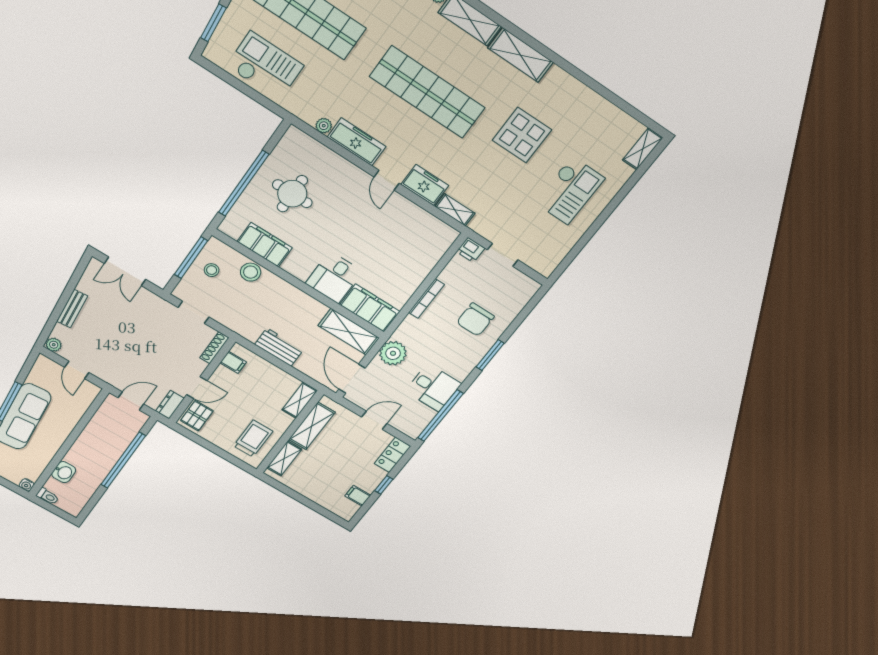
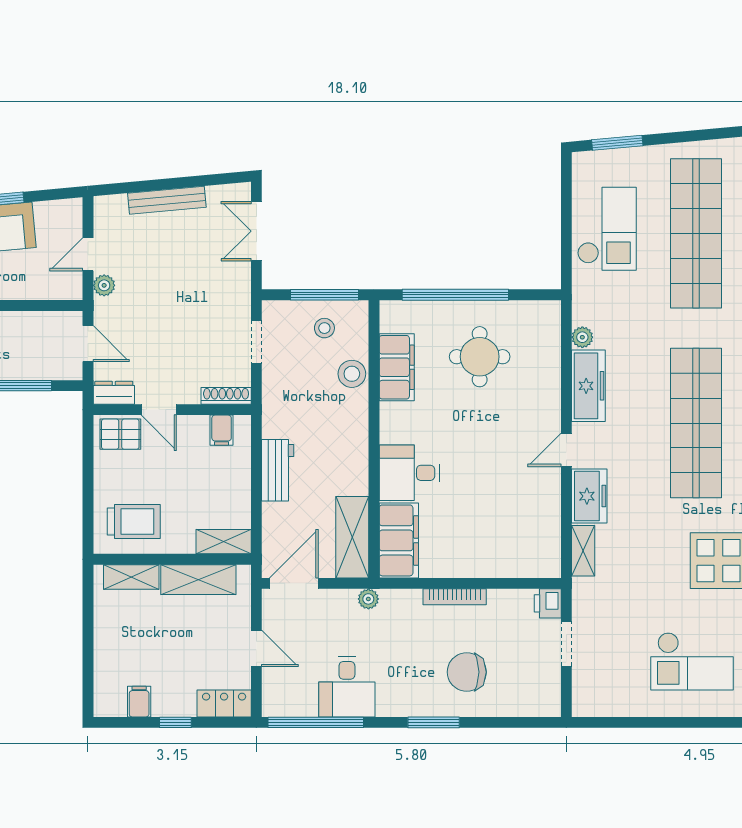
bench: (72, 309) -> (167, 200), width x1.36
plant: (54, 345) -> (104, 285), moved
plant: (393, 353) -> (368, 599), width x0.53, depth x0.53

